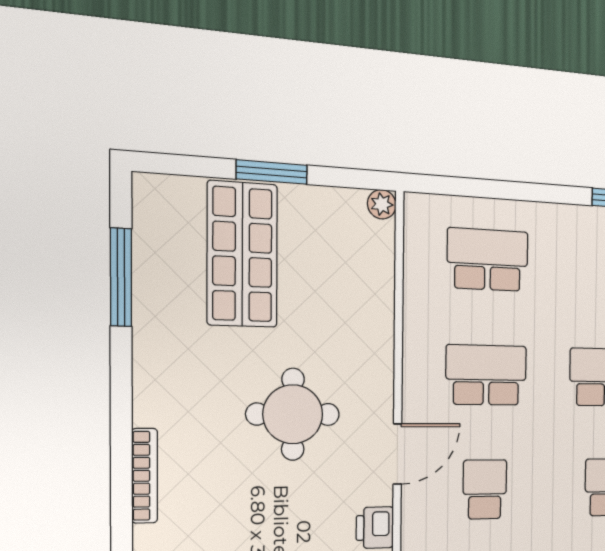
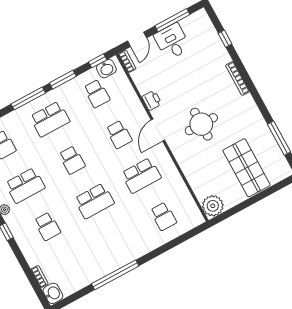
window: (272, 172) -> (252, 201), removed
plant: (382, 204) -> (213, 206), width x1.88, depth x1.88
school desk: (488, 260) -> (163, 216), width x0.54

